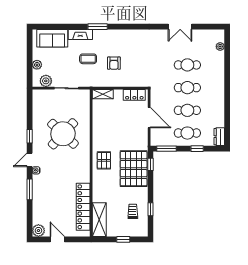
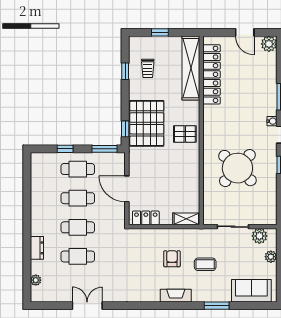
window: (98, 27) -> (217, 306), moved
fireplace: (80, 34) -> (176, 296), moved
dresser: (219, 137) -> (37, 248), moved
pallet: (104, 160) -> (185, 134), turned 90
shelving: (99, 220) -> (191, 68), width x1.47

